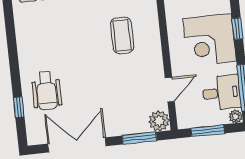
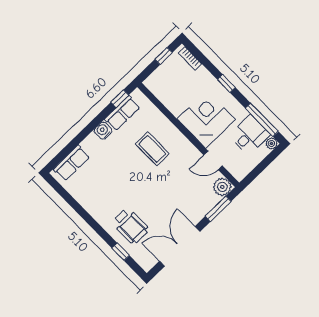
corner desk: (210, 40) -> (206, 119), moved, turned 180
door: (170, 90) -> (213, 160), swing flipped
window: (208, 131) -> (260, 168), removed

